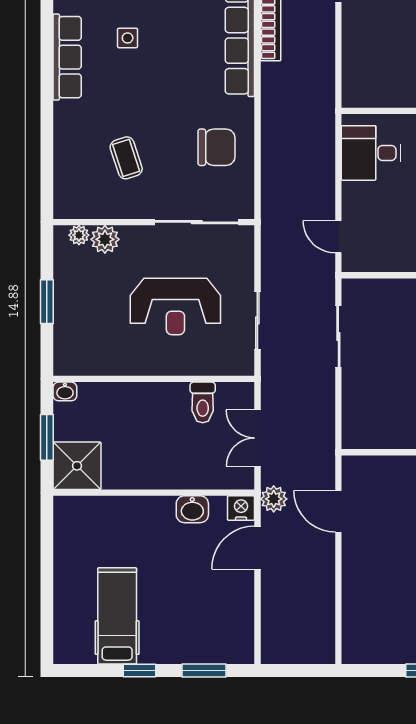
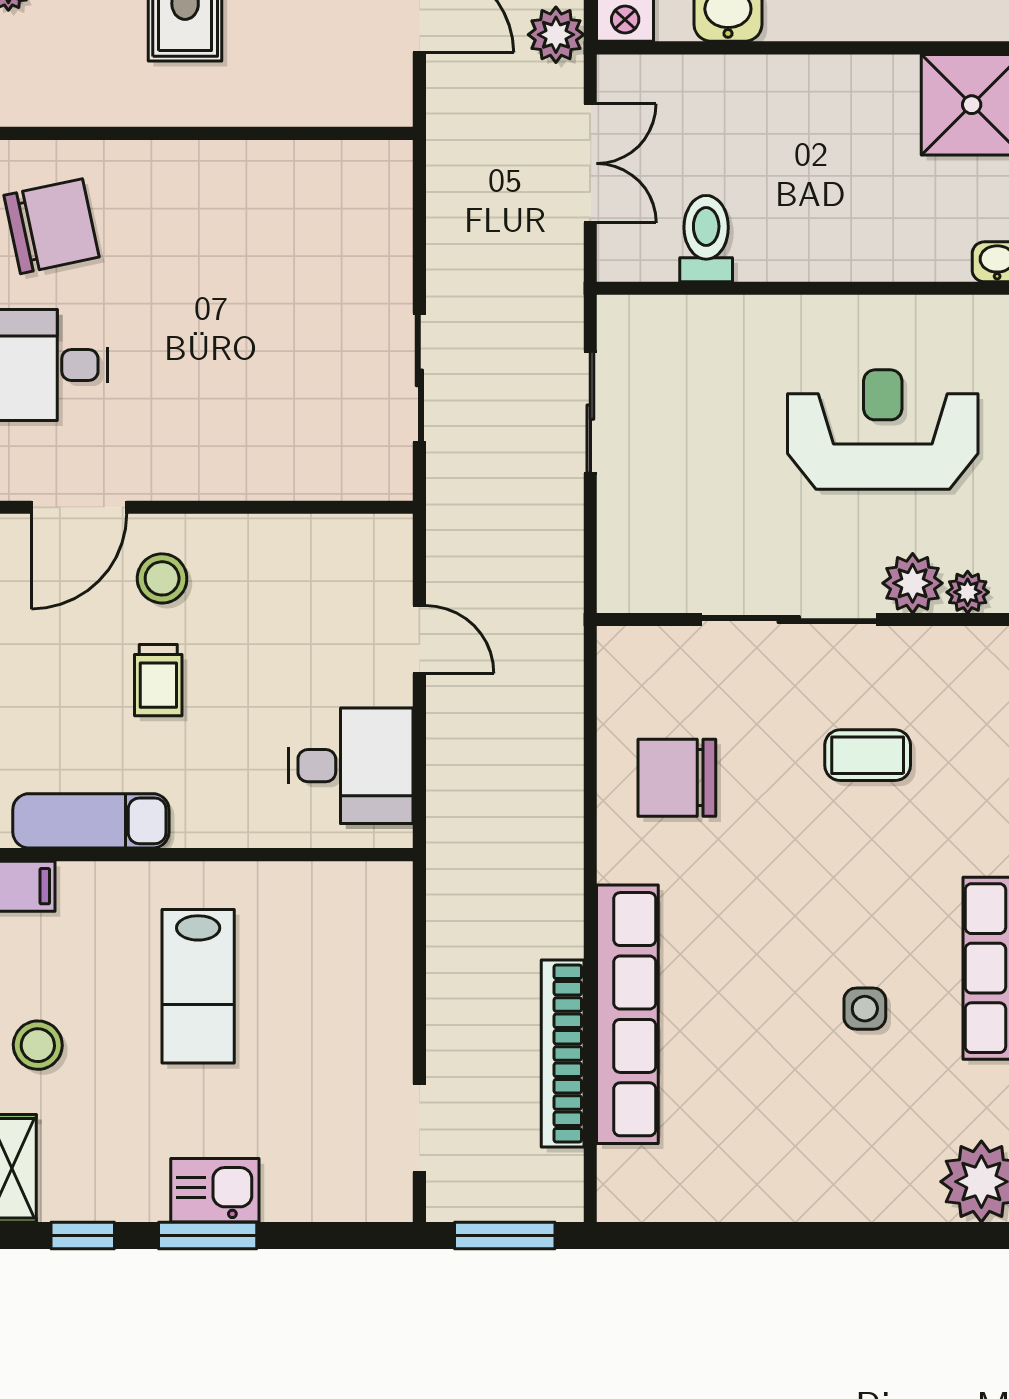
coffee table: (126, 158) -> (868, 755), turned -72
sliding door: (197, 222) -> (789, 620), moved
door: (338, 237) -> (419, 639), moved
reception desk: (175, 306) -> (883, 430), moved

